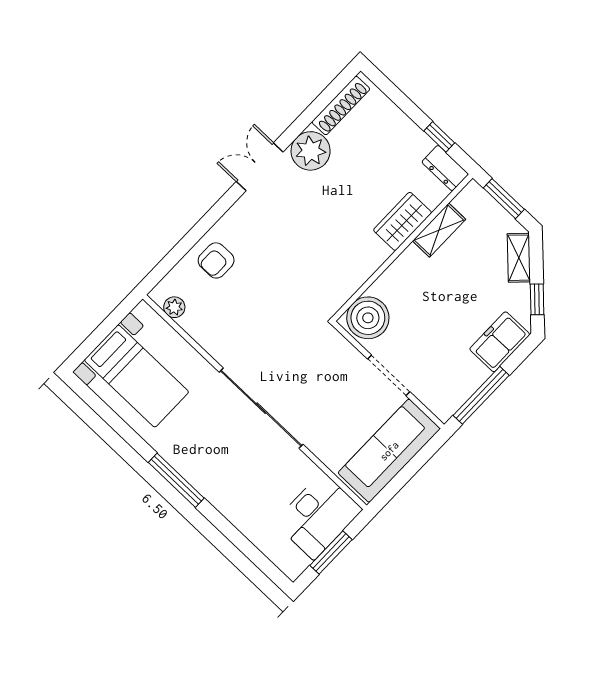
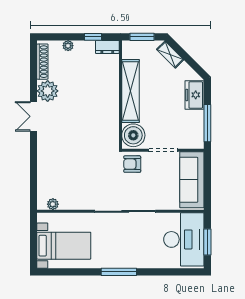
plant: (395, 117) -> (68, 46), added
wardrobe: (403, 221) -> (111, 84), removed
shelving: (439, 230) -> (130, 91), width x2.20, depth x1.33
armchair: (216, 260) -> (132, 164), moved, turned 90
window: (537, 299) -> (193, 64), removed
desk: (318, 516) -> (184, 239), width x1.36, depth x1.30

